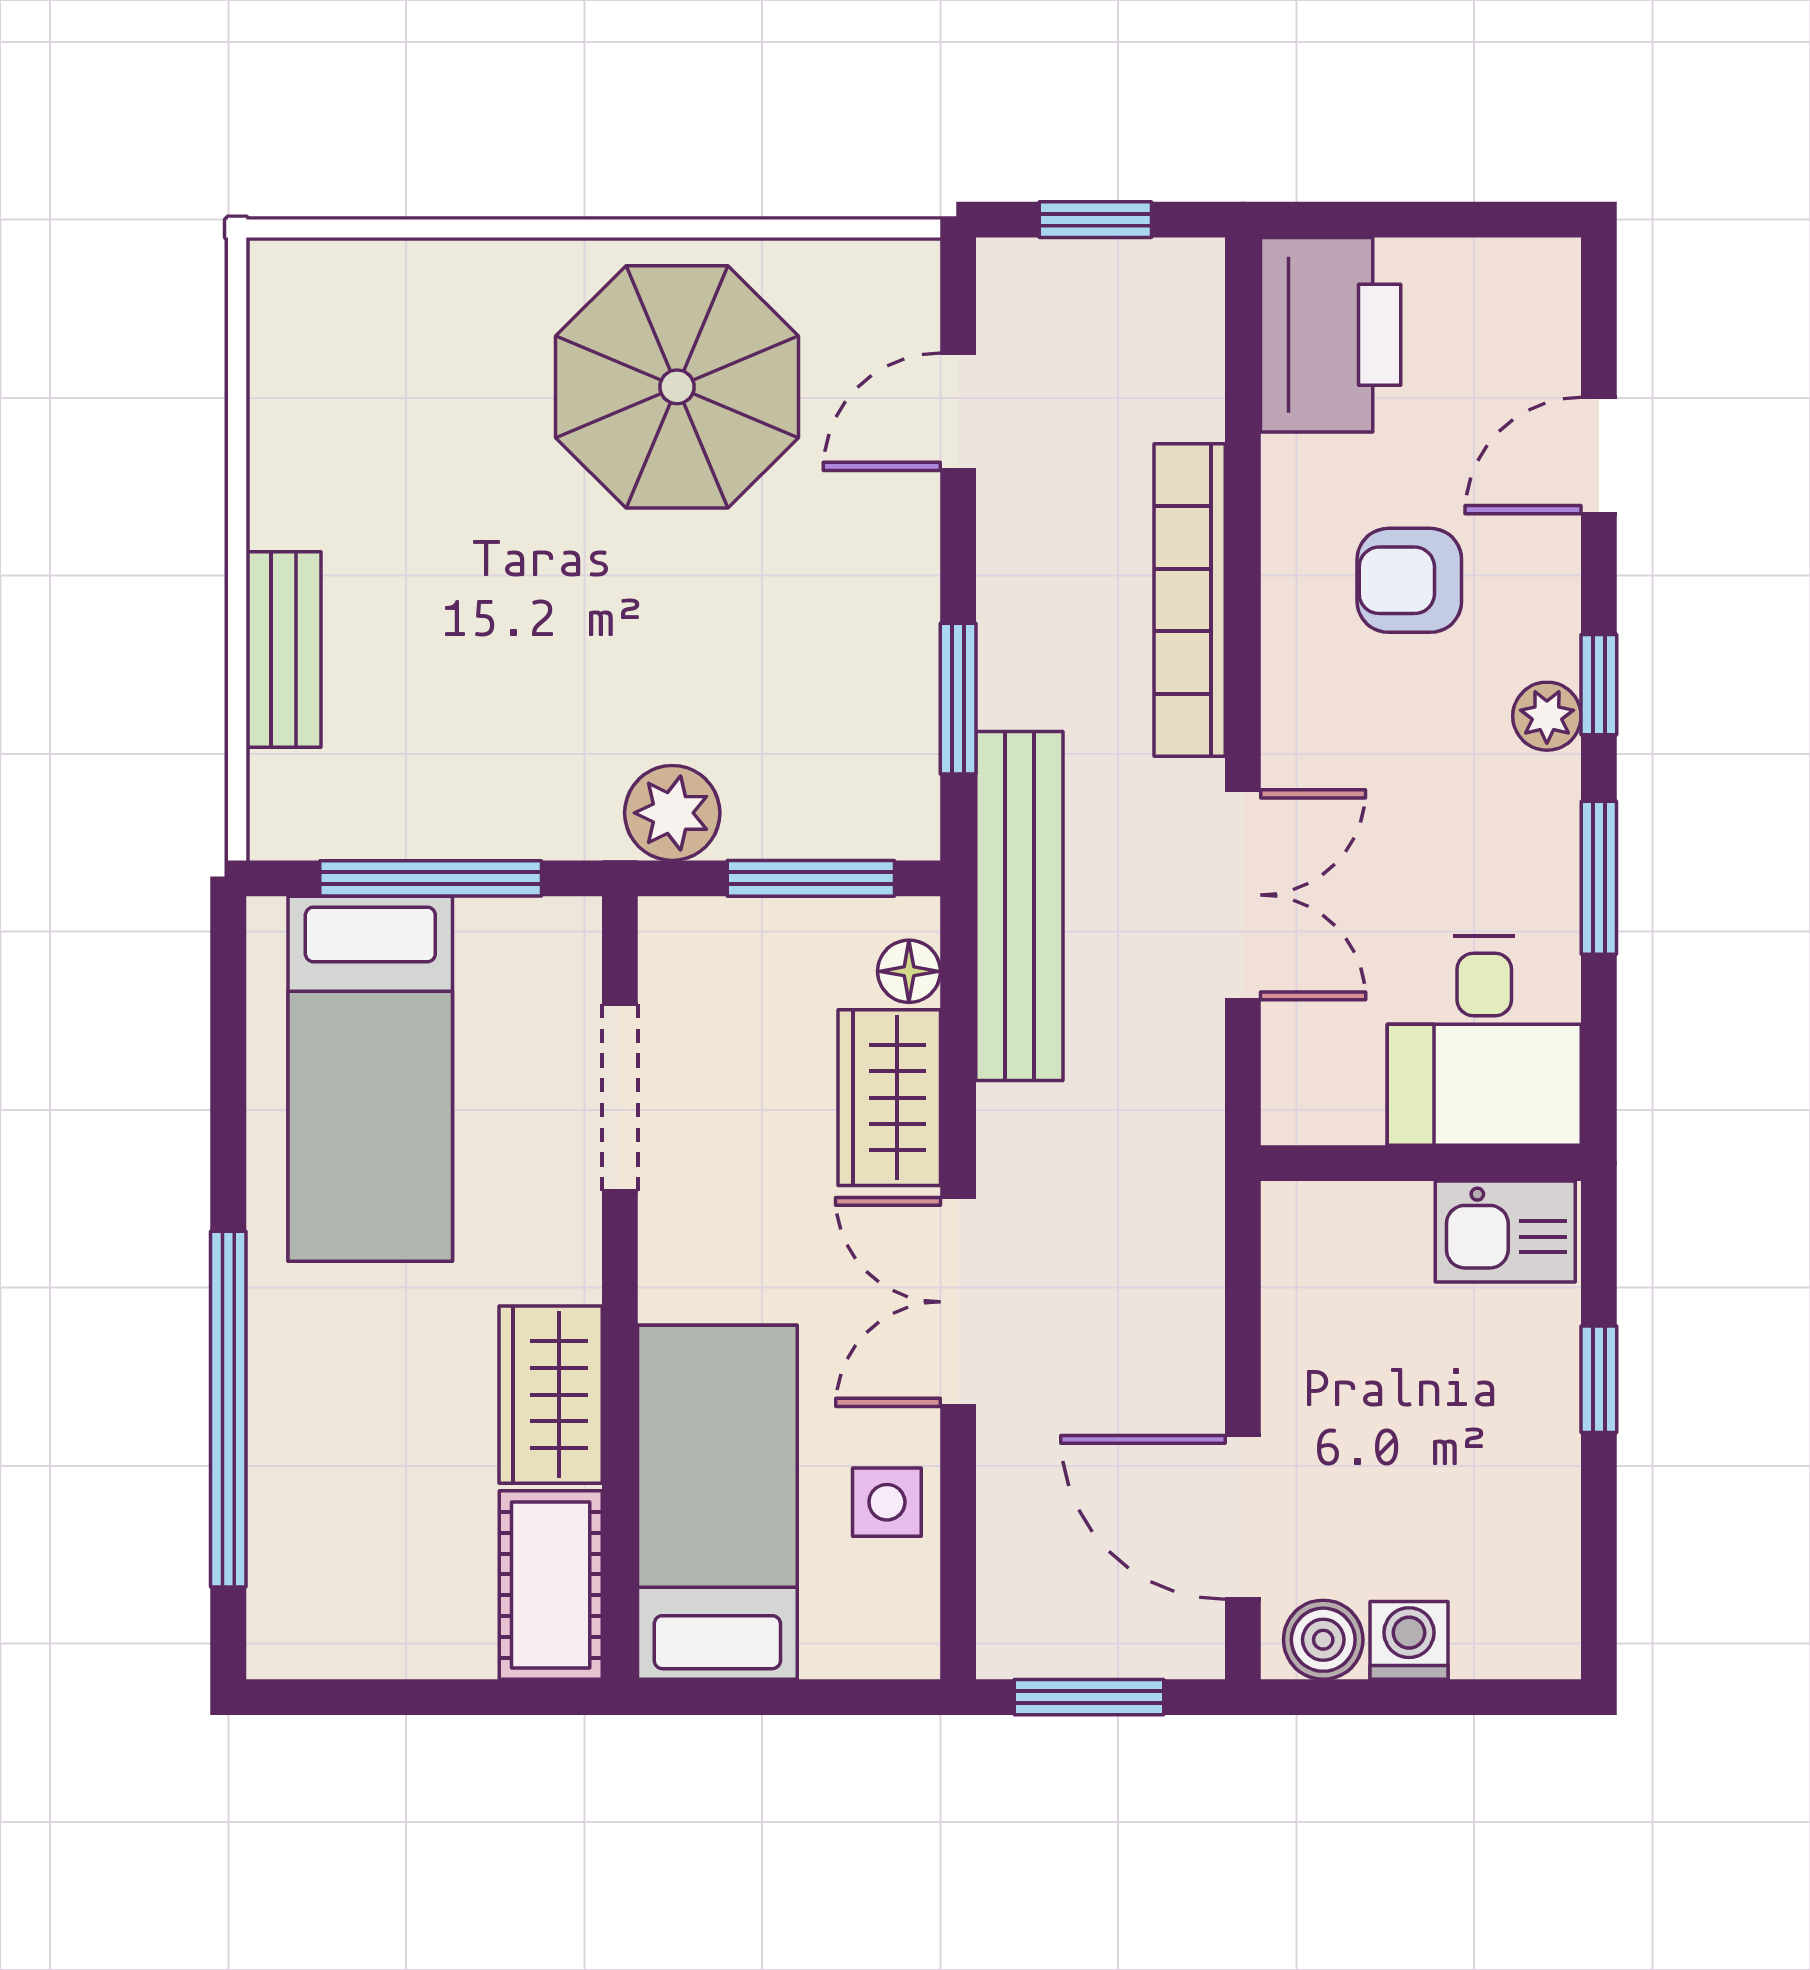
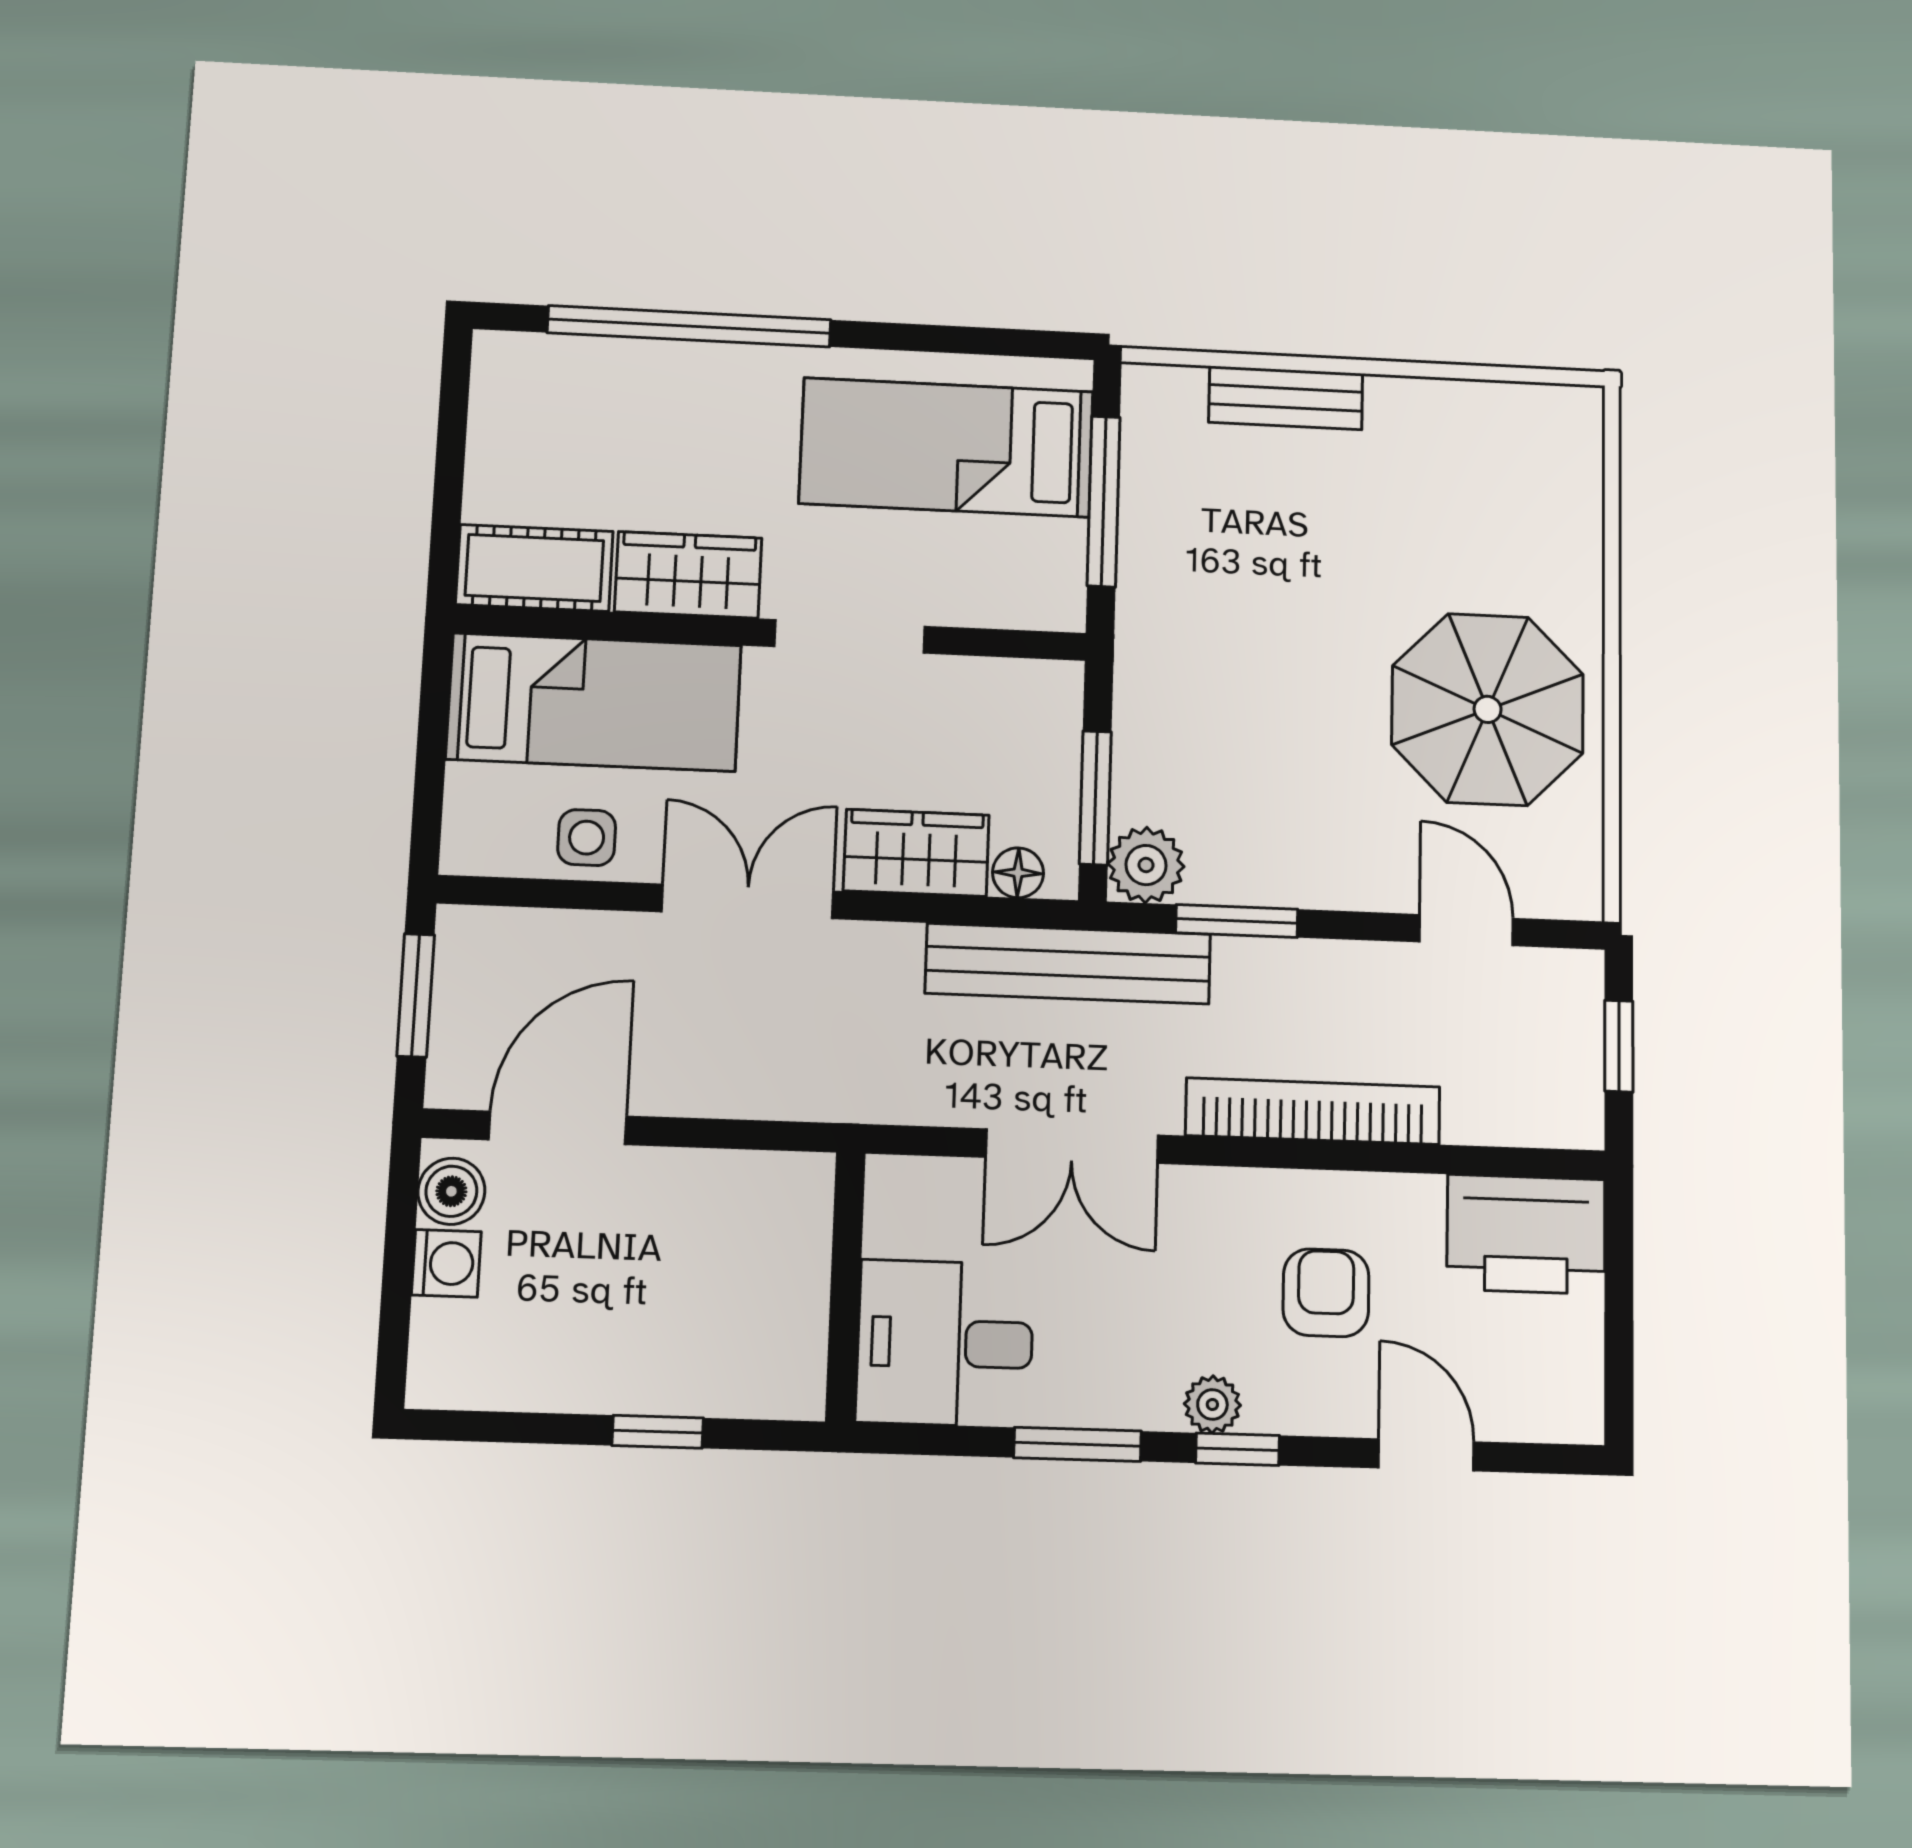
plant: (672, 813) -> (1146, 865), moved
doorway: (620, 1097) -> (849, 636), moved
kitchen sink: (1505, 1232) -> (785, 1356), removed

